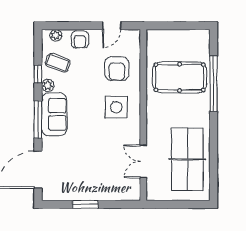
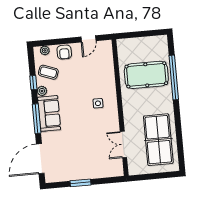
armchair: (117, 69) -> (96, 73), removed
side table: (116, 107) -> (98, 103), width x0.54, depth x0.54

